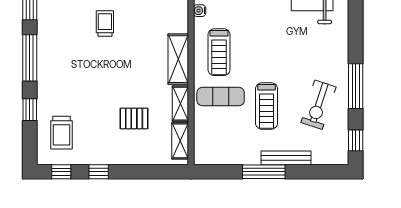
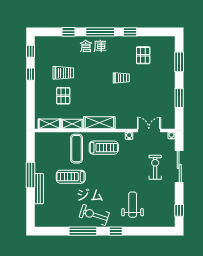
treadmill: (219, 52) -> (104, 148), turned 180
exercise bike: (318, 105) -> (94, 215), moved
trolley: (62, 133) -> (63, 73), moved, turned 180
window: (356, 140) -> (116, 231), moved

